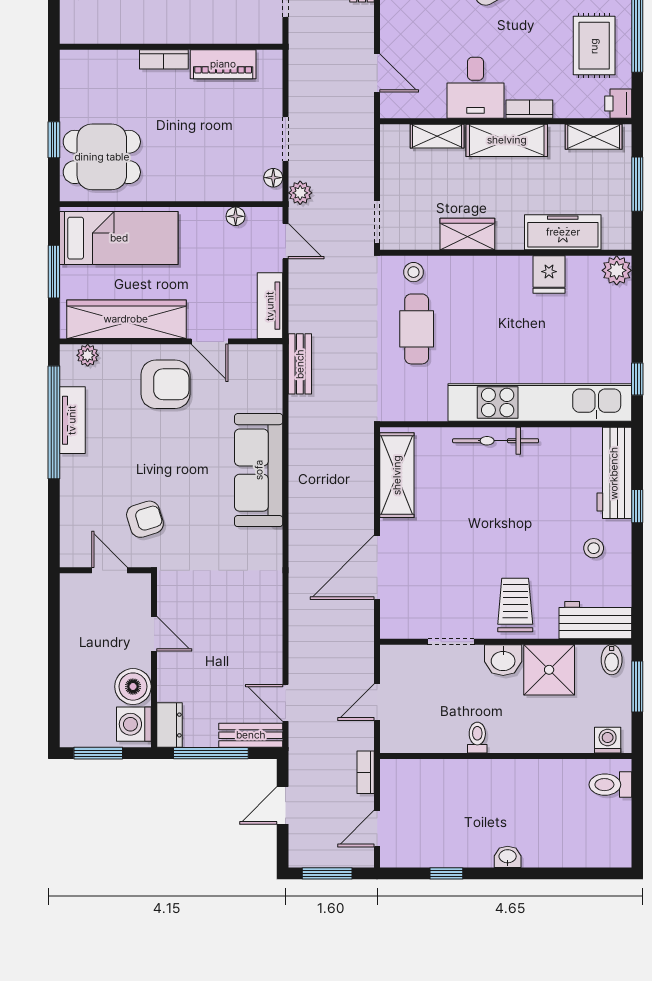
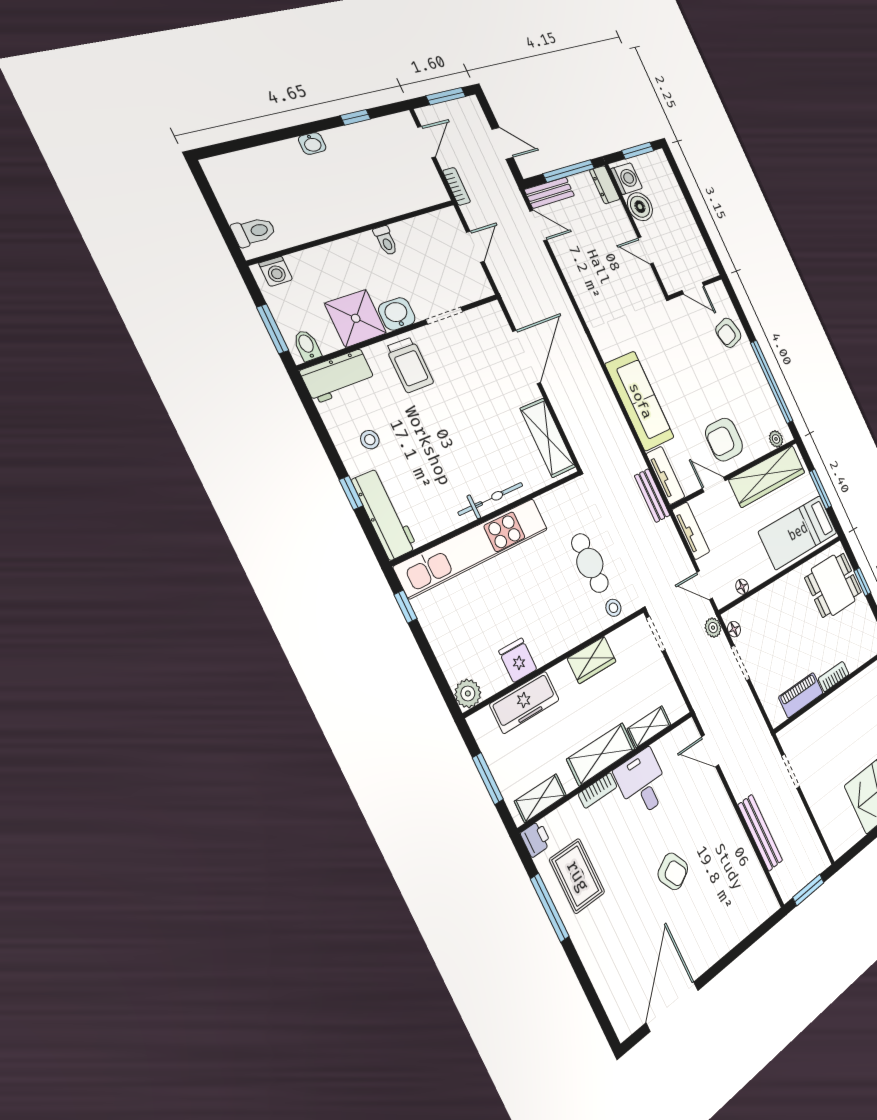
tv unit: (72, 420) -> (666, 475), moved, turned 180
armchair: (145, 519) -> (728, 333), moved
door: (283, 805) -> (503, 143), hinge flipped

